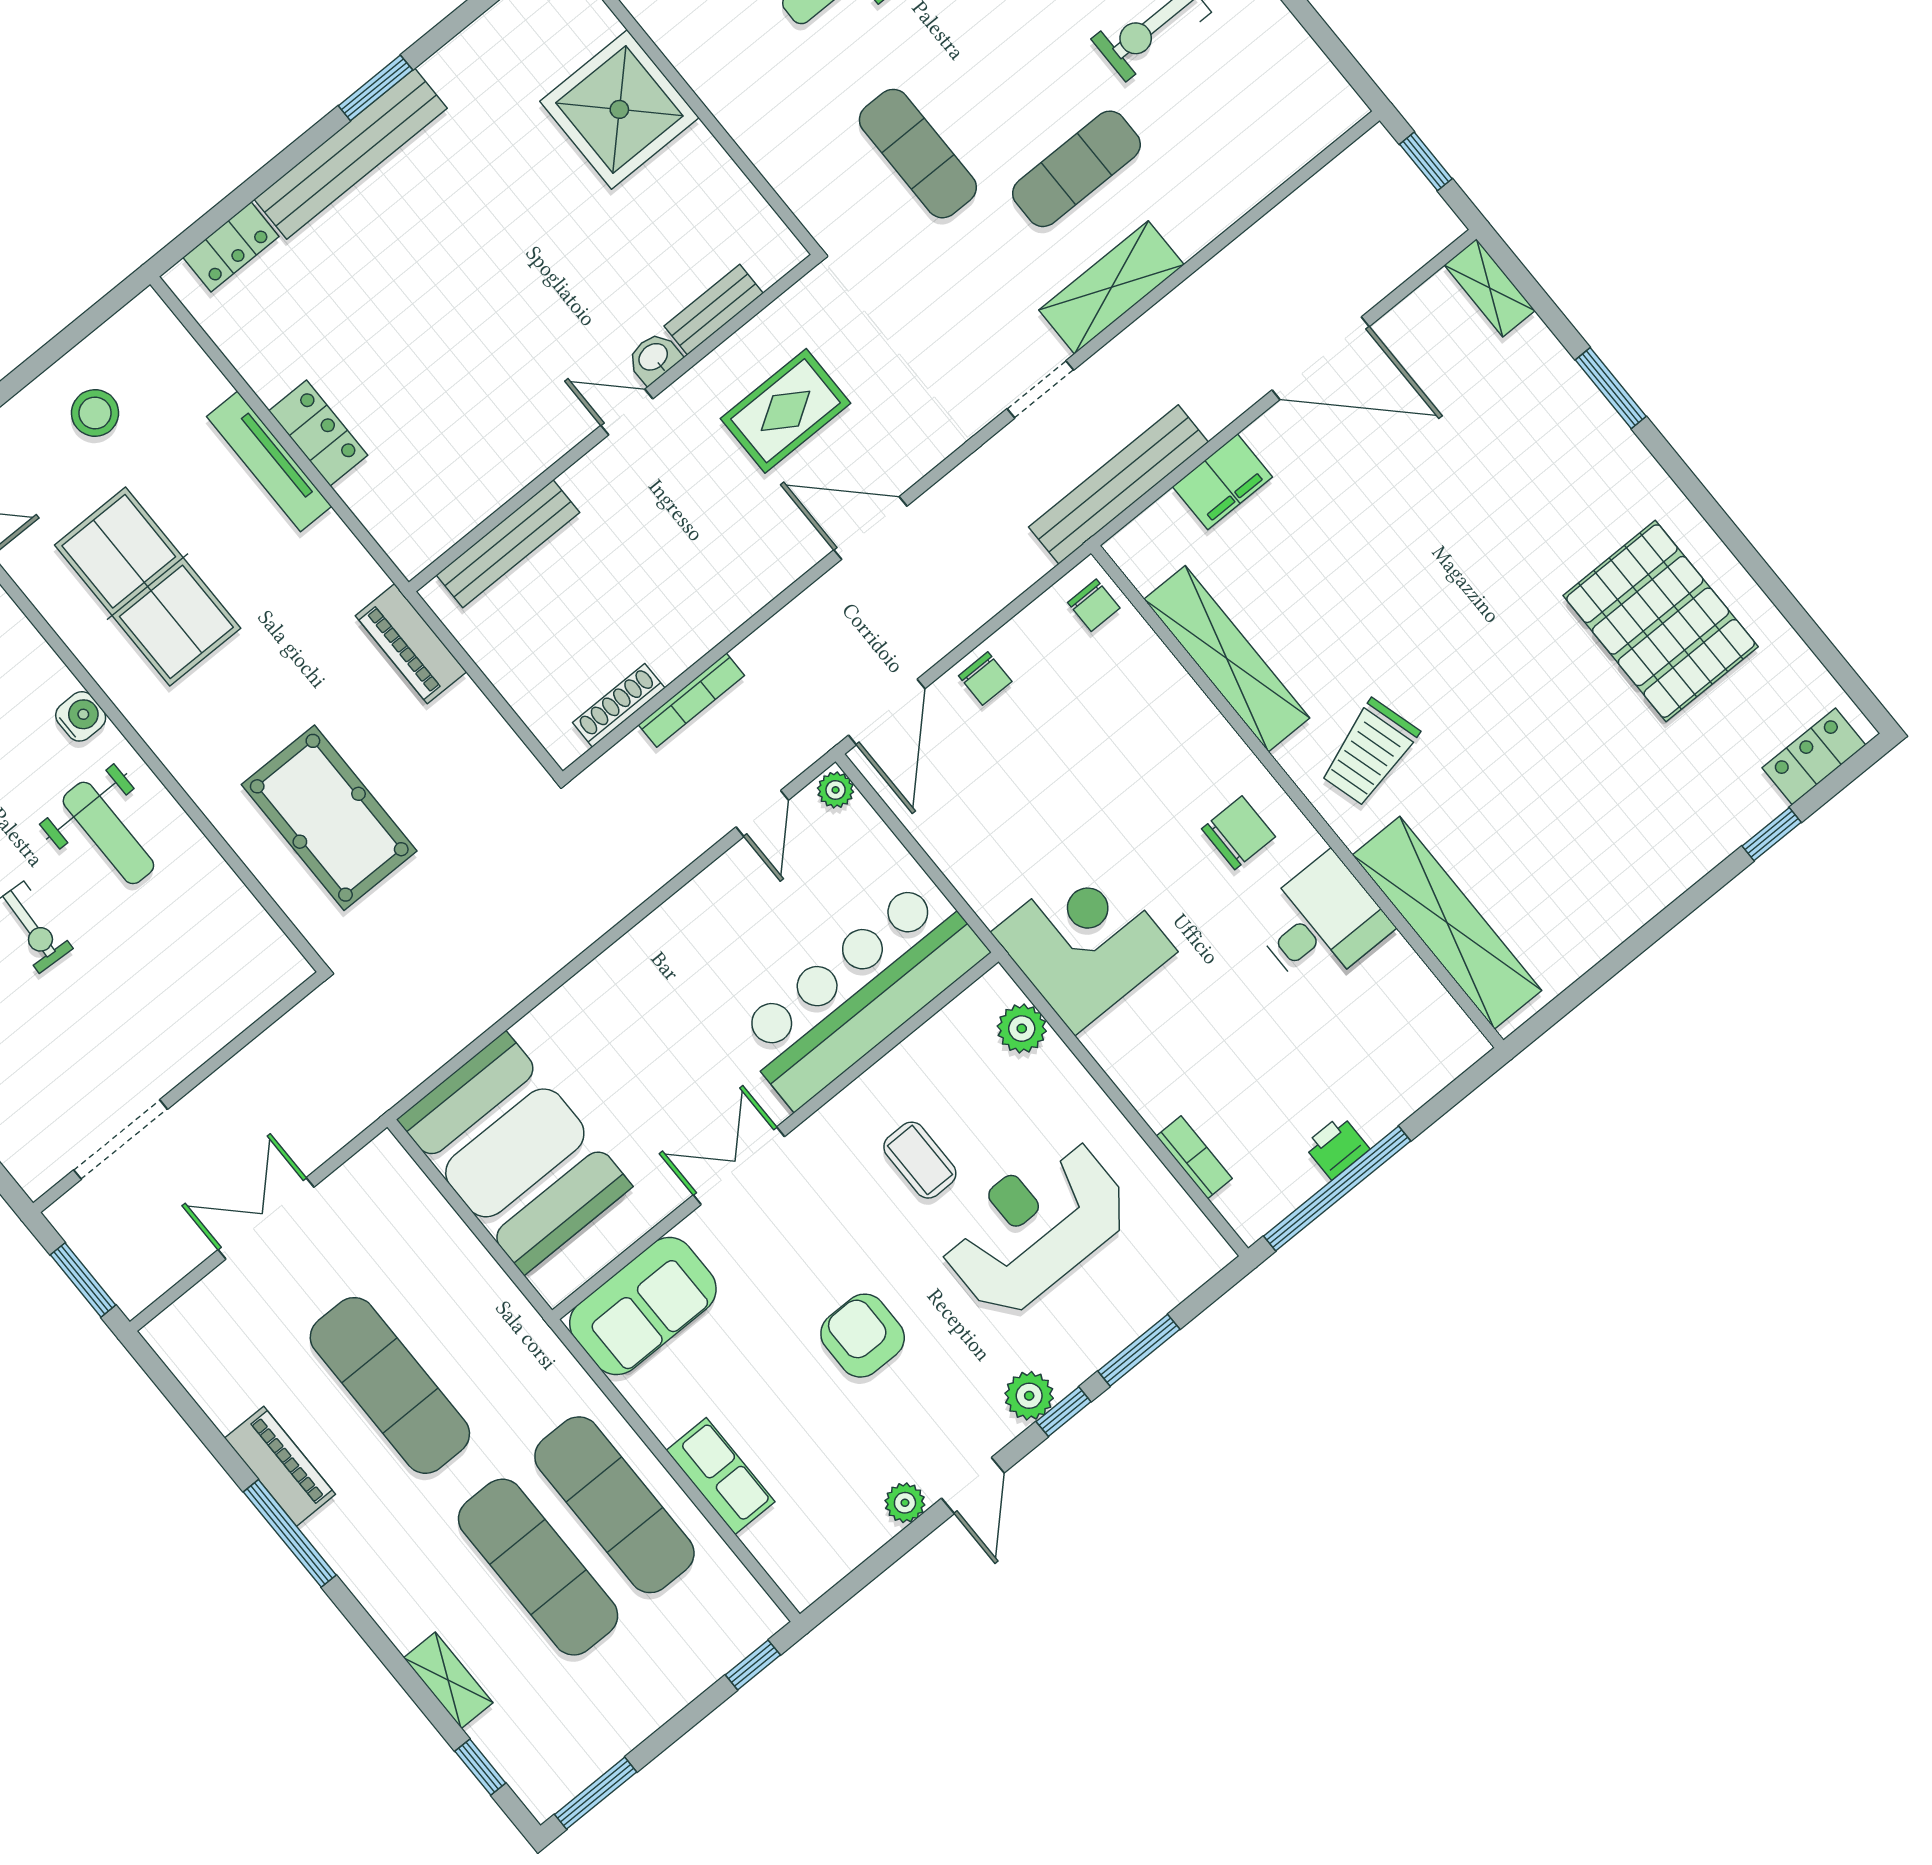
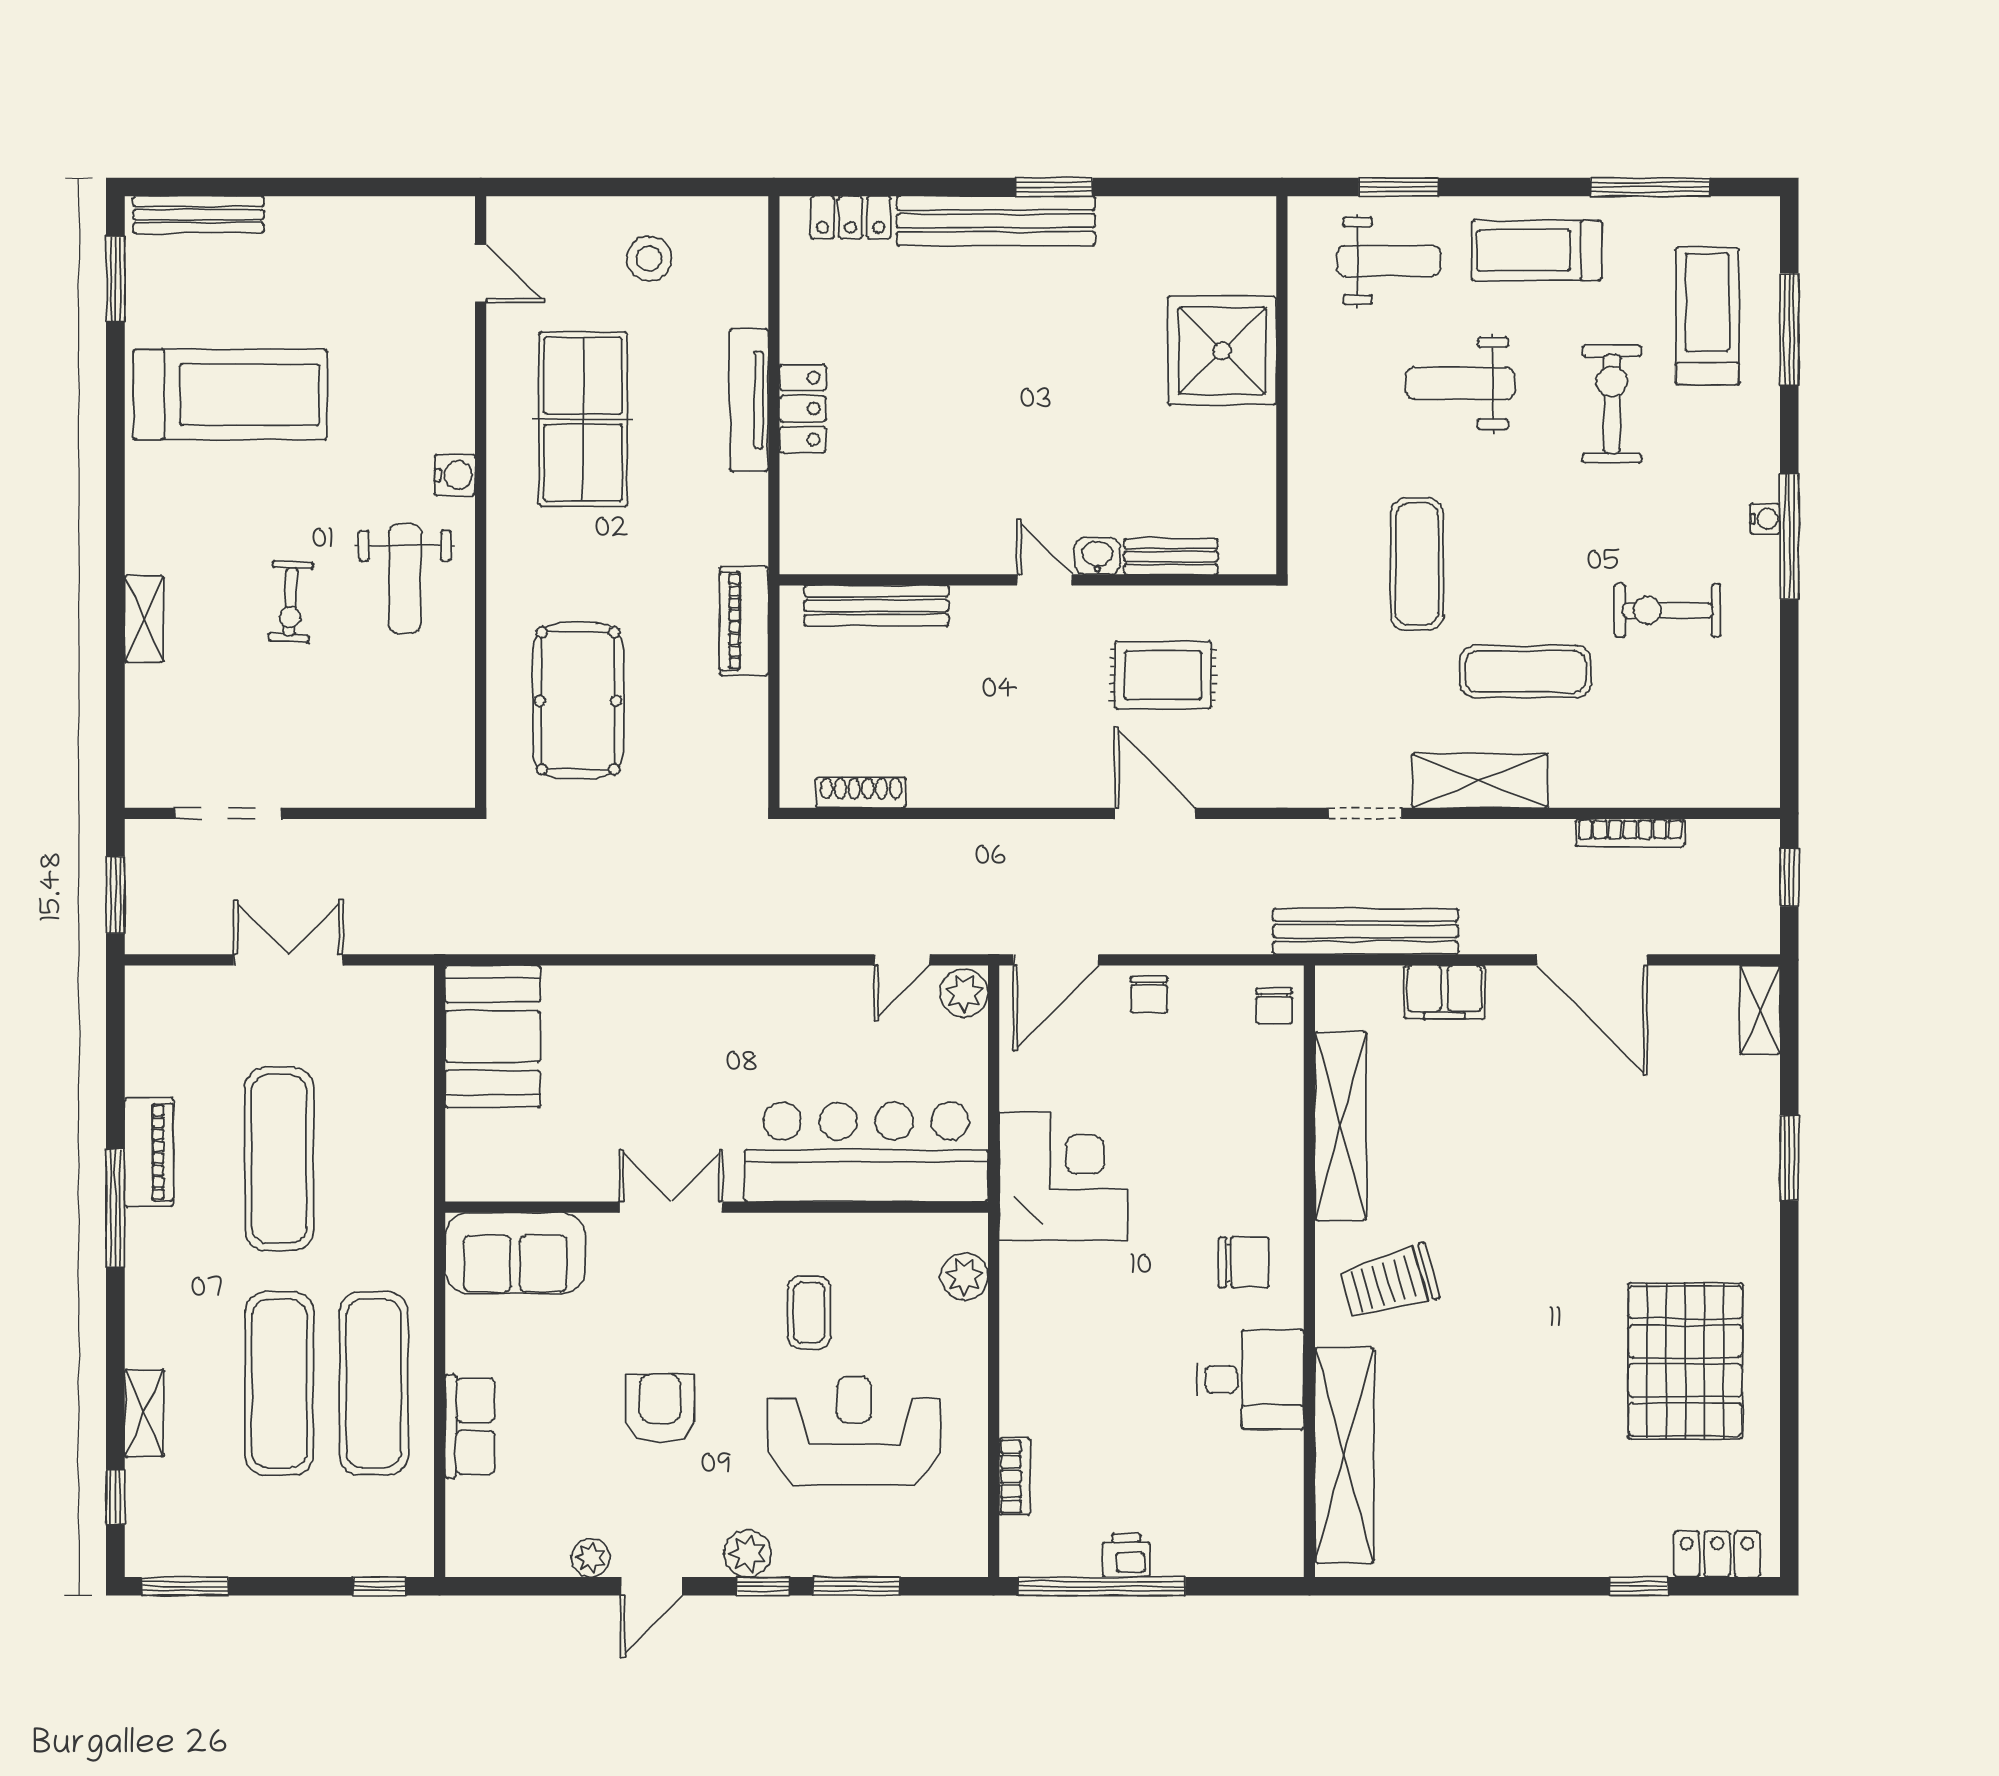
bookcase: (691, 700) -> (1630, 833), moved
plant: (836, 790) -> (964, 993), width x1.38, depth x1.38
corner desk: (1084, 942) -> (1063, 1176), moved
booth: (515, 1153) -> (493, 1036), width x0.73, depth x0.70

